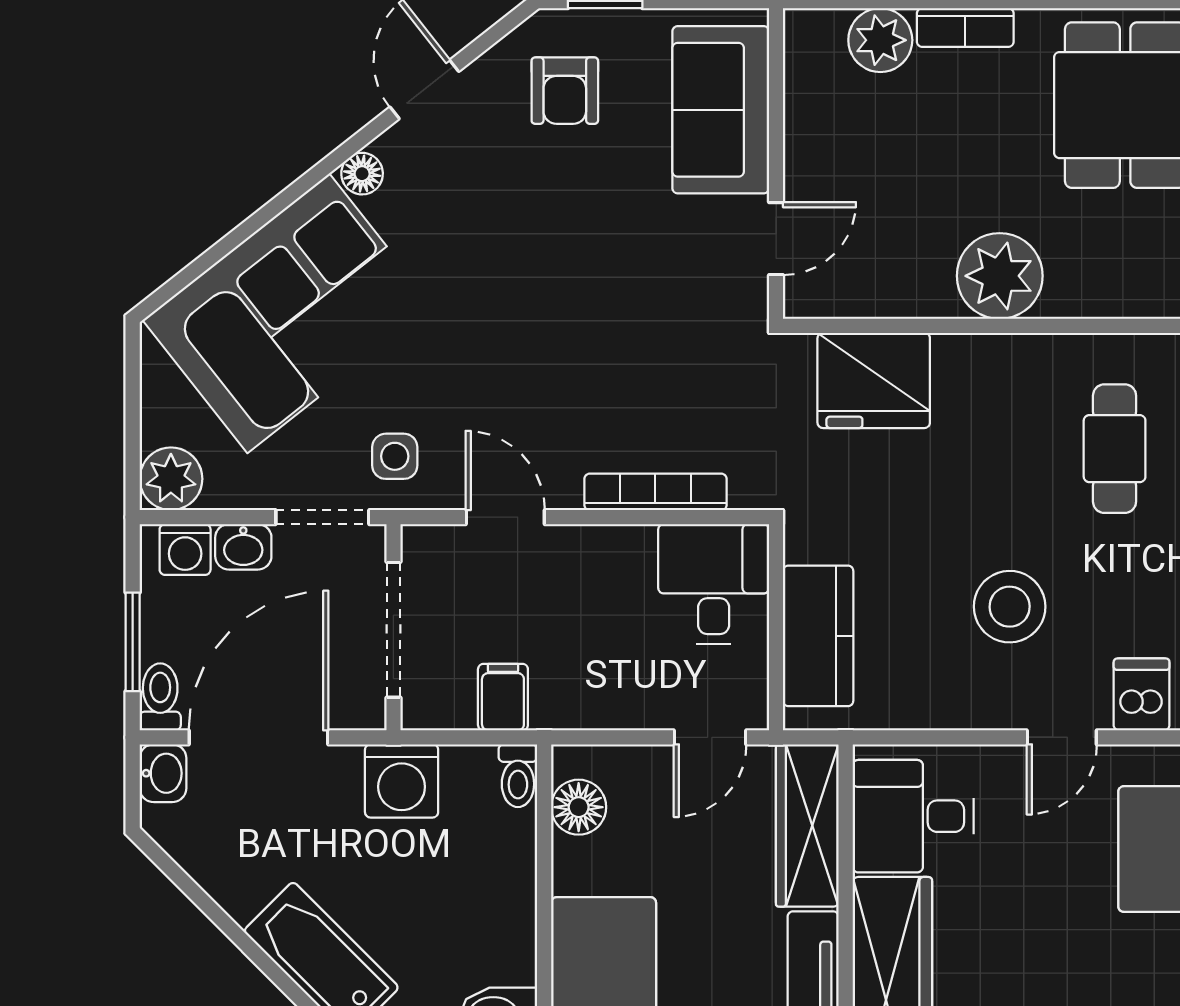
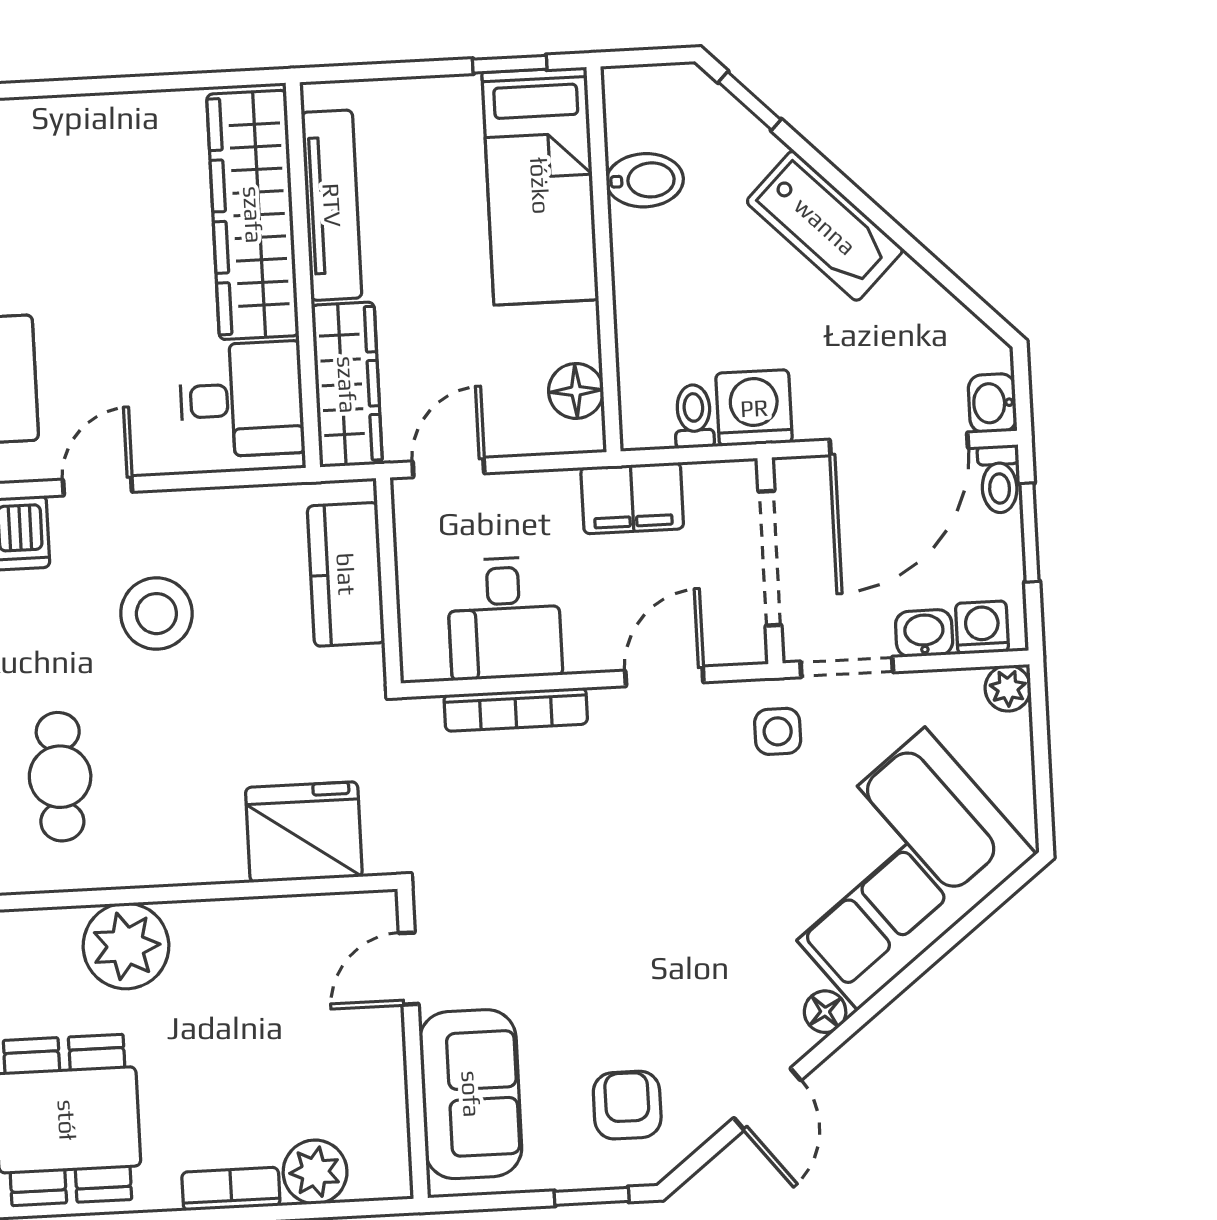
plant: (1000, 276) -> (126, 946), moved
plant: (171, 479) -> (1008, 688), width x0.73, depth x0.73
door: (505, 517) -> (664, 676), swing flipped
desk: (714, 584) -> (504, 618), moved
filing cabinet: (503, 697) -> (632, 498), width x2.00
toilet: (518, 776) -> (694, 416), moved

